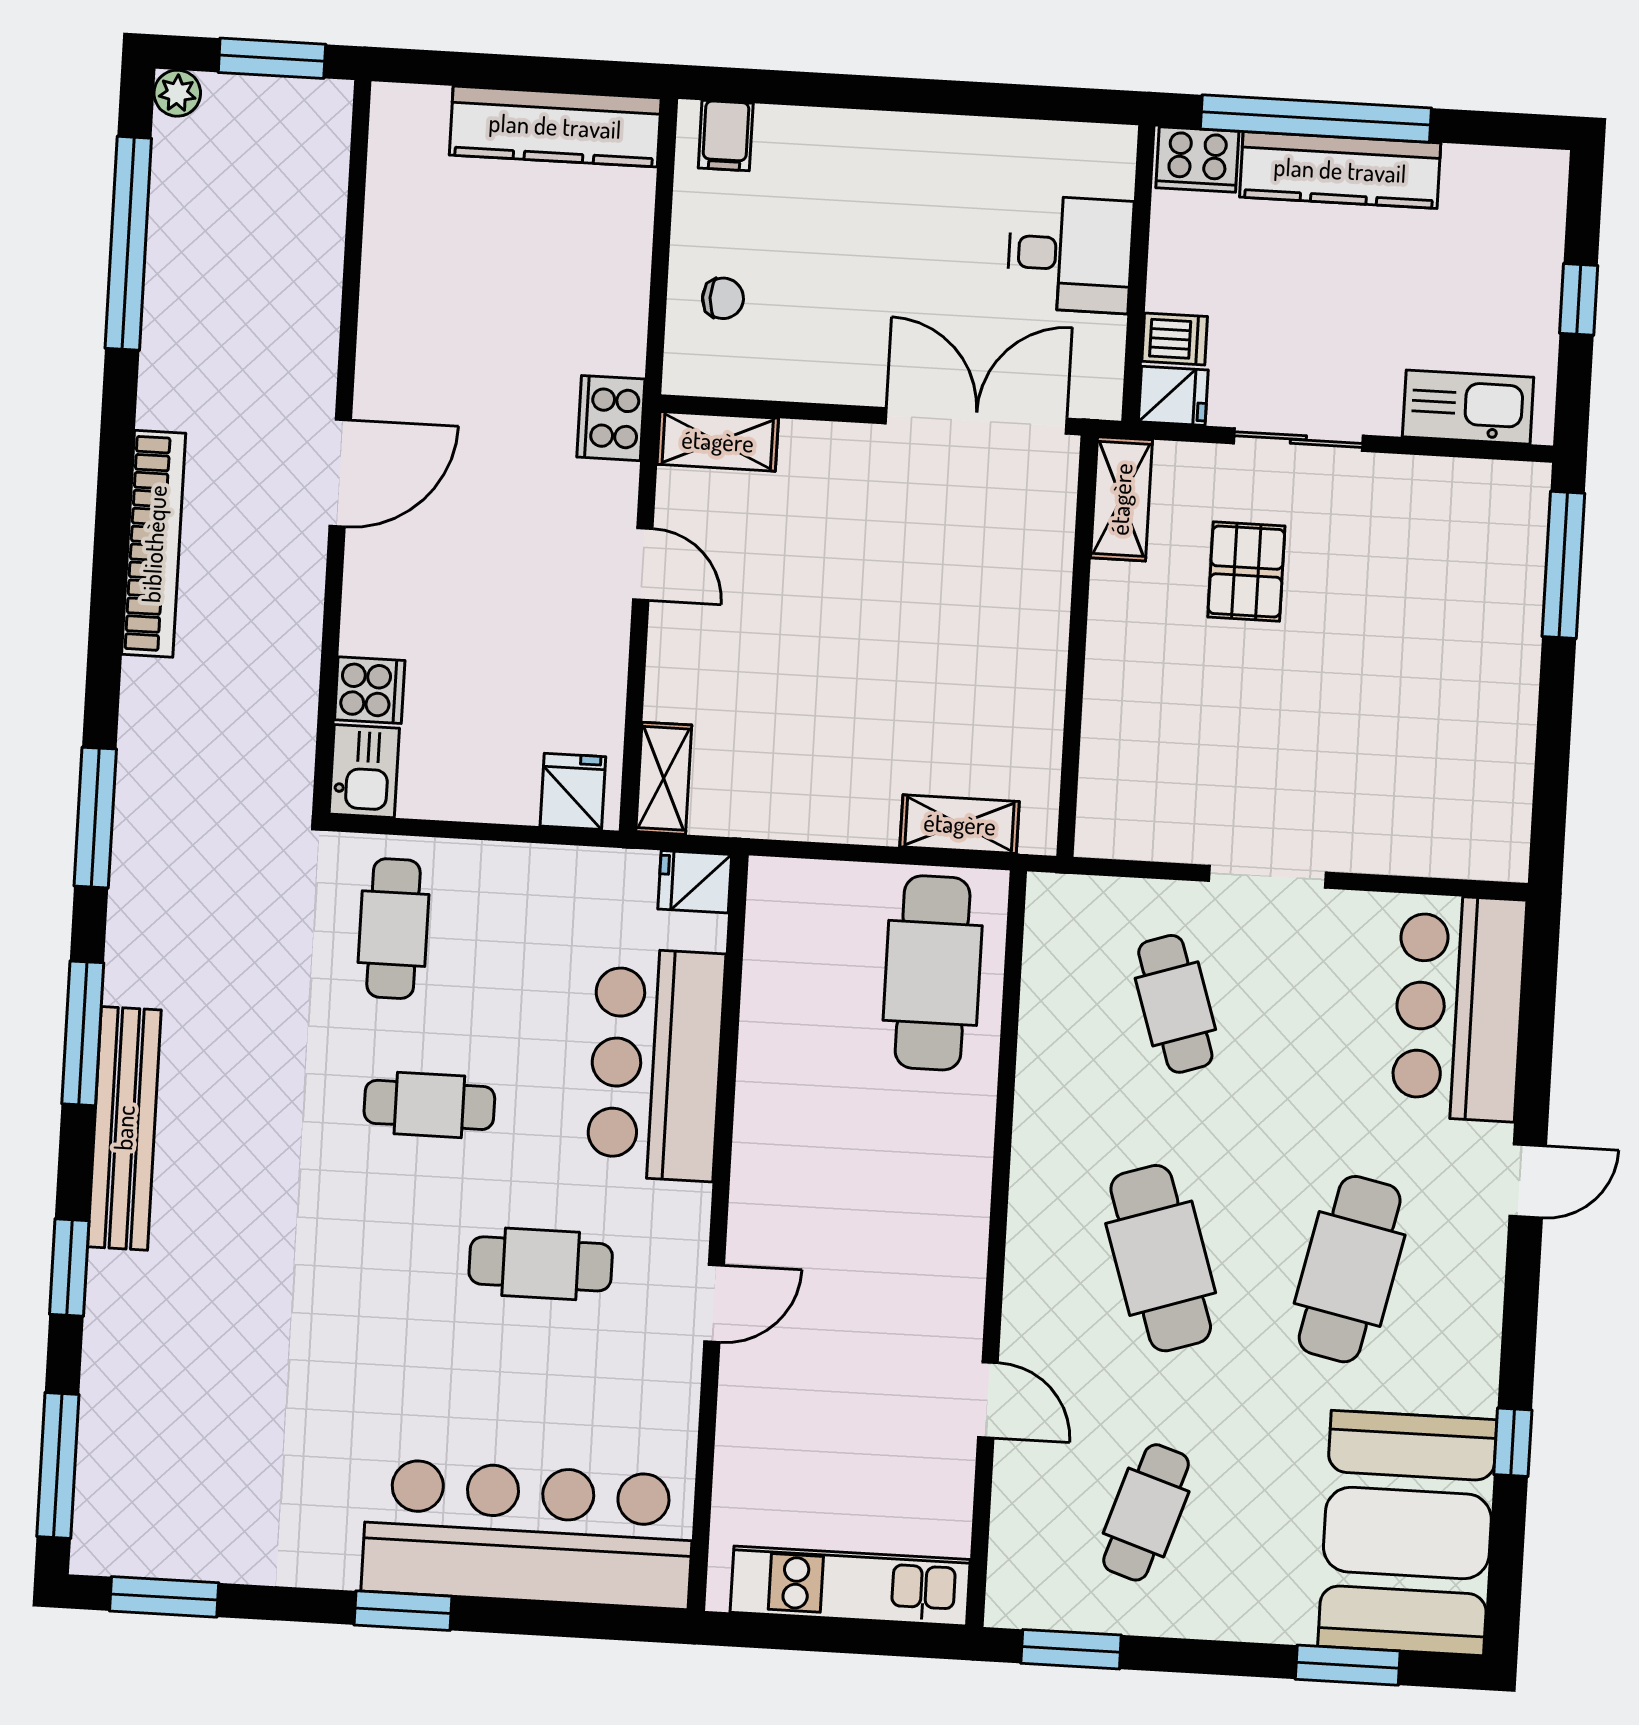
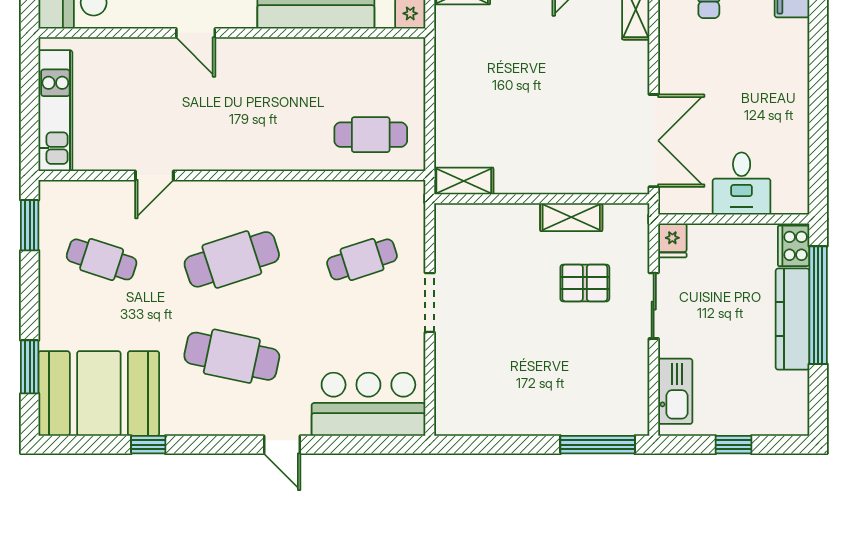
dishwasher: (1175, 339) -> (701, 240), removed
shelving: (1121, 499) -> (571, 217), moved
shelving: (960, 824) -> (464, 181), moved, turned 90
cafe table: (933, 973) -> (371, 135), width x0.73, depth x0.74

